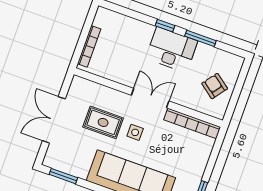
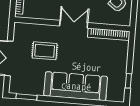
side table: (135, 132) -> (70, 52), removed

